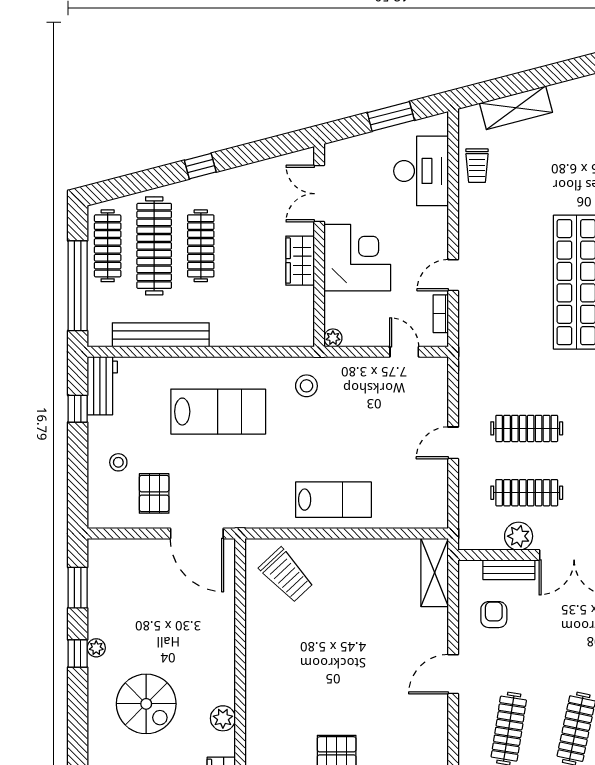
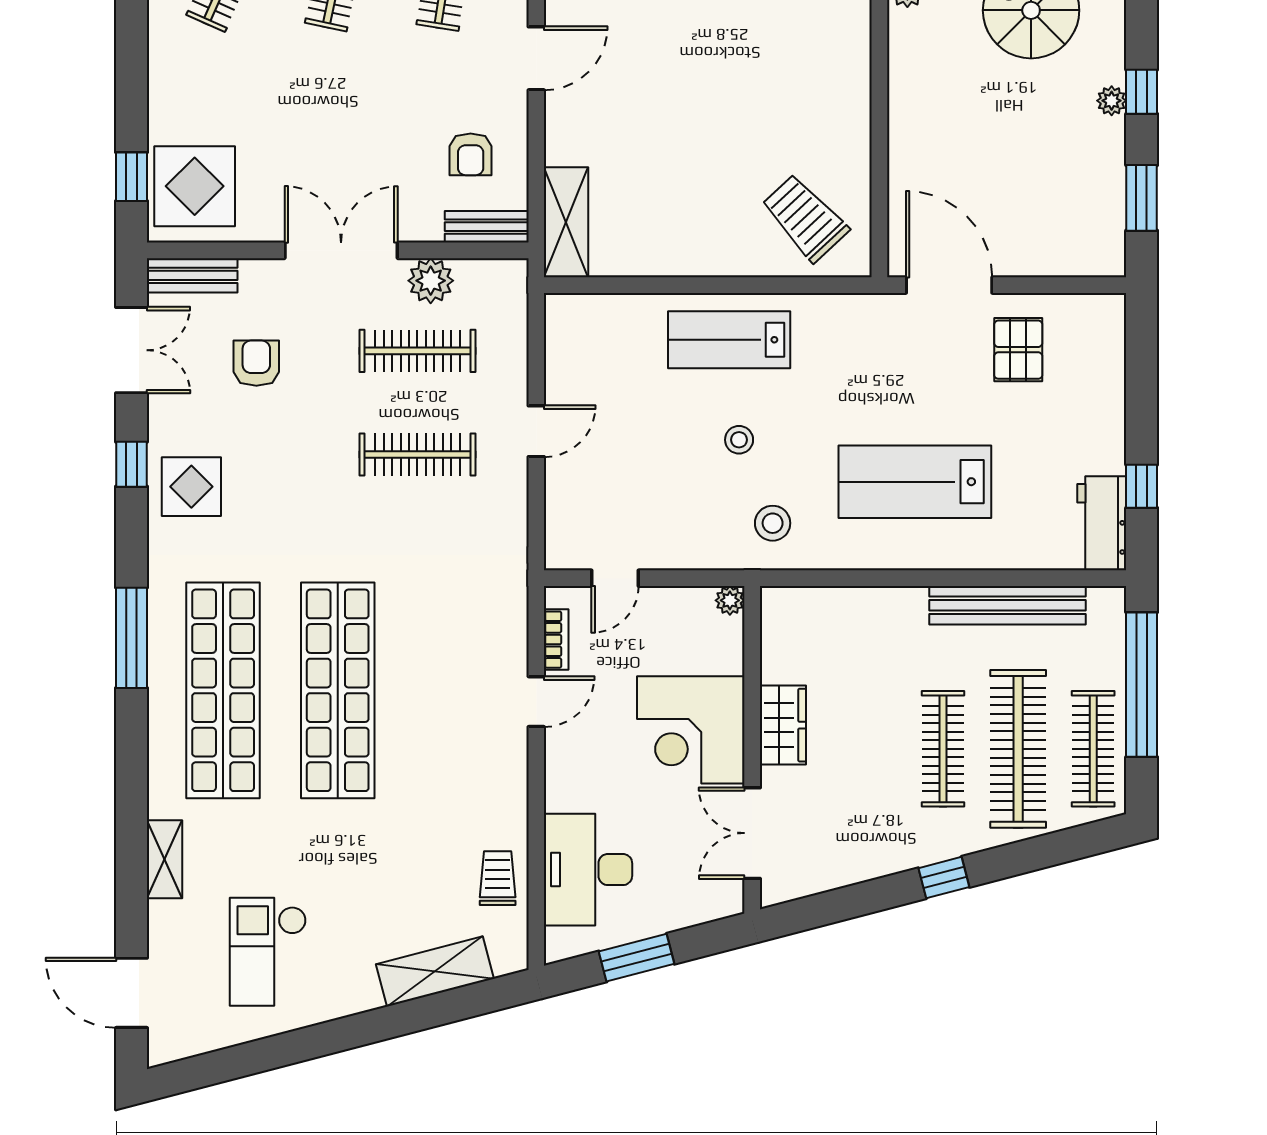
double door: (319, 194) -> (752, 833), swing flipped
door: (404, 352) -> (615, 578), hinge flipped
stool: (118, 462) -> (739, 440), moved
bench: (509, 570) -> (487, 227), moved

